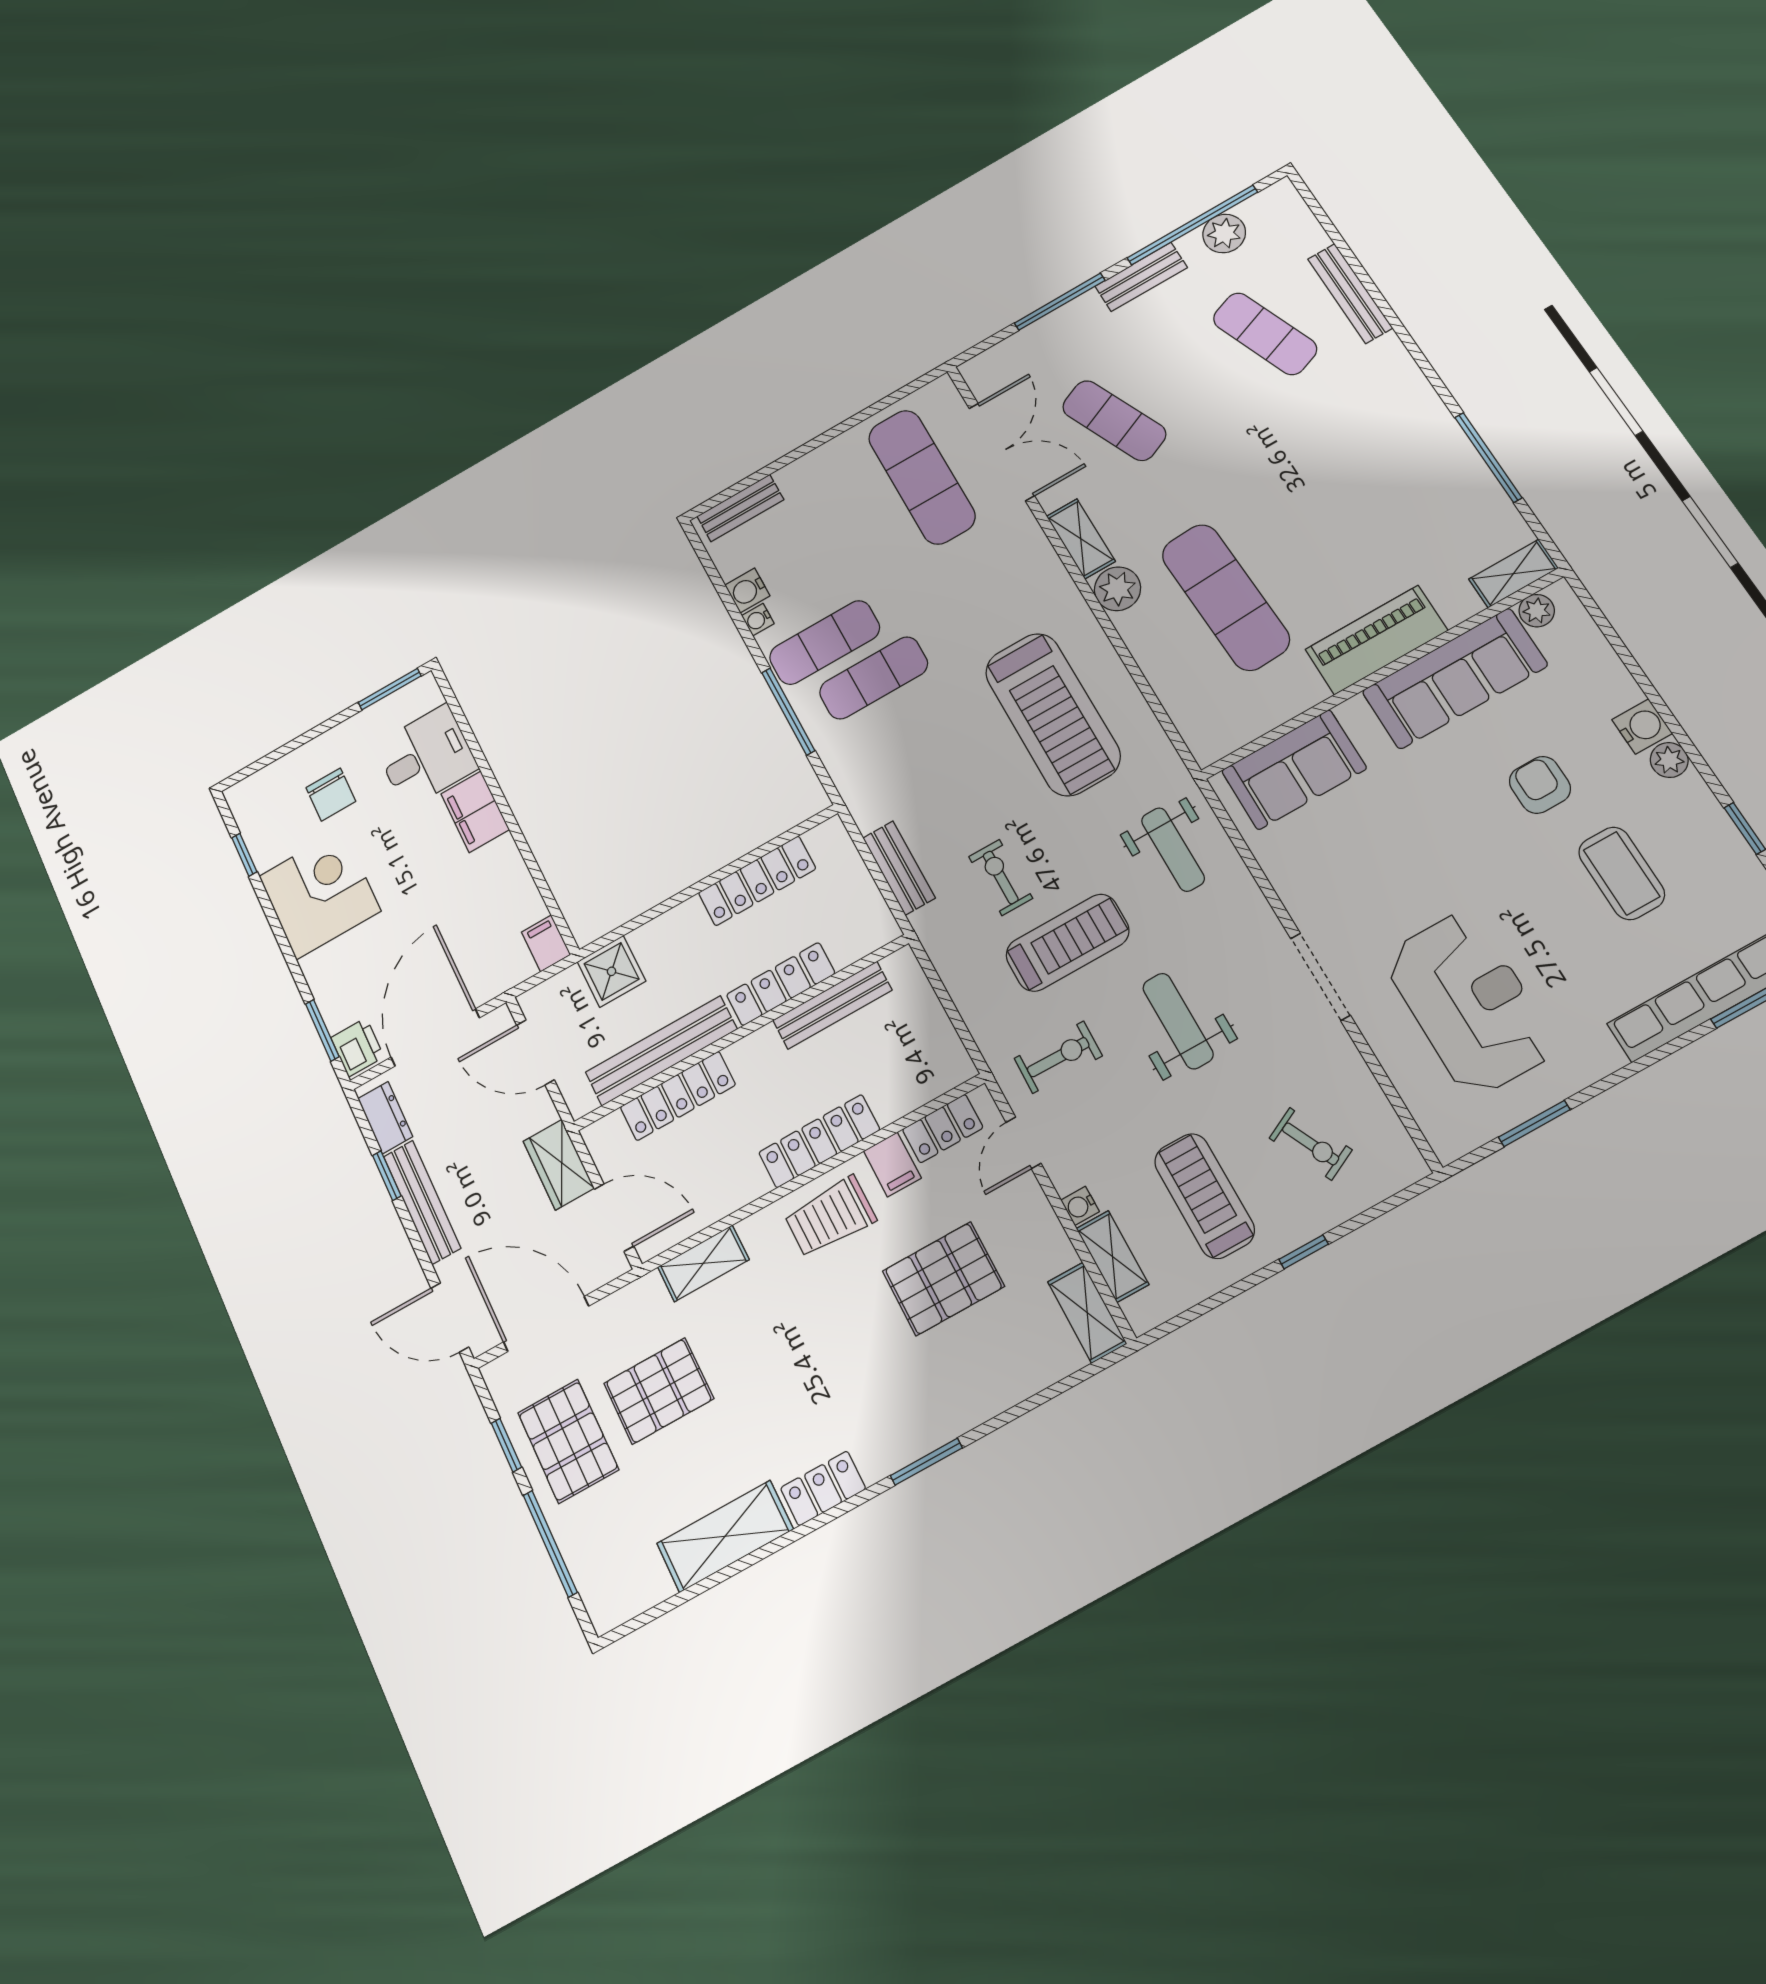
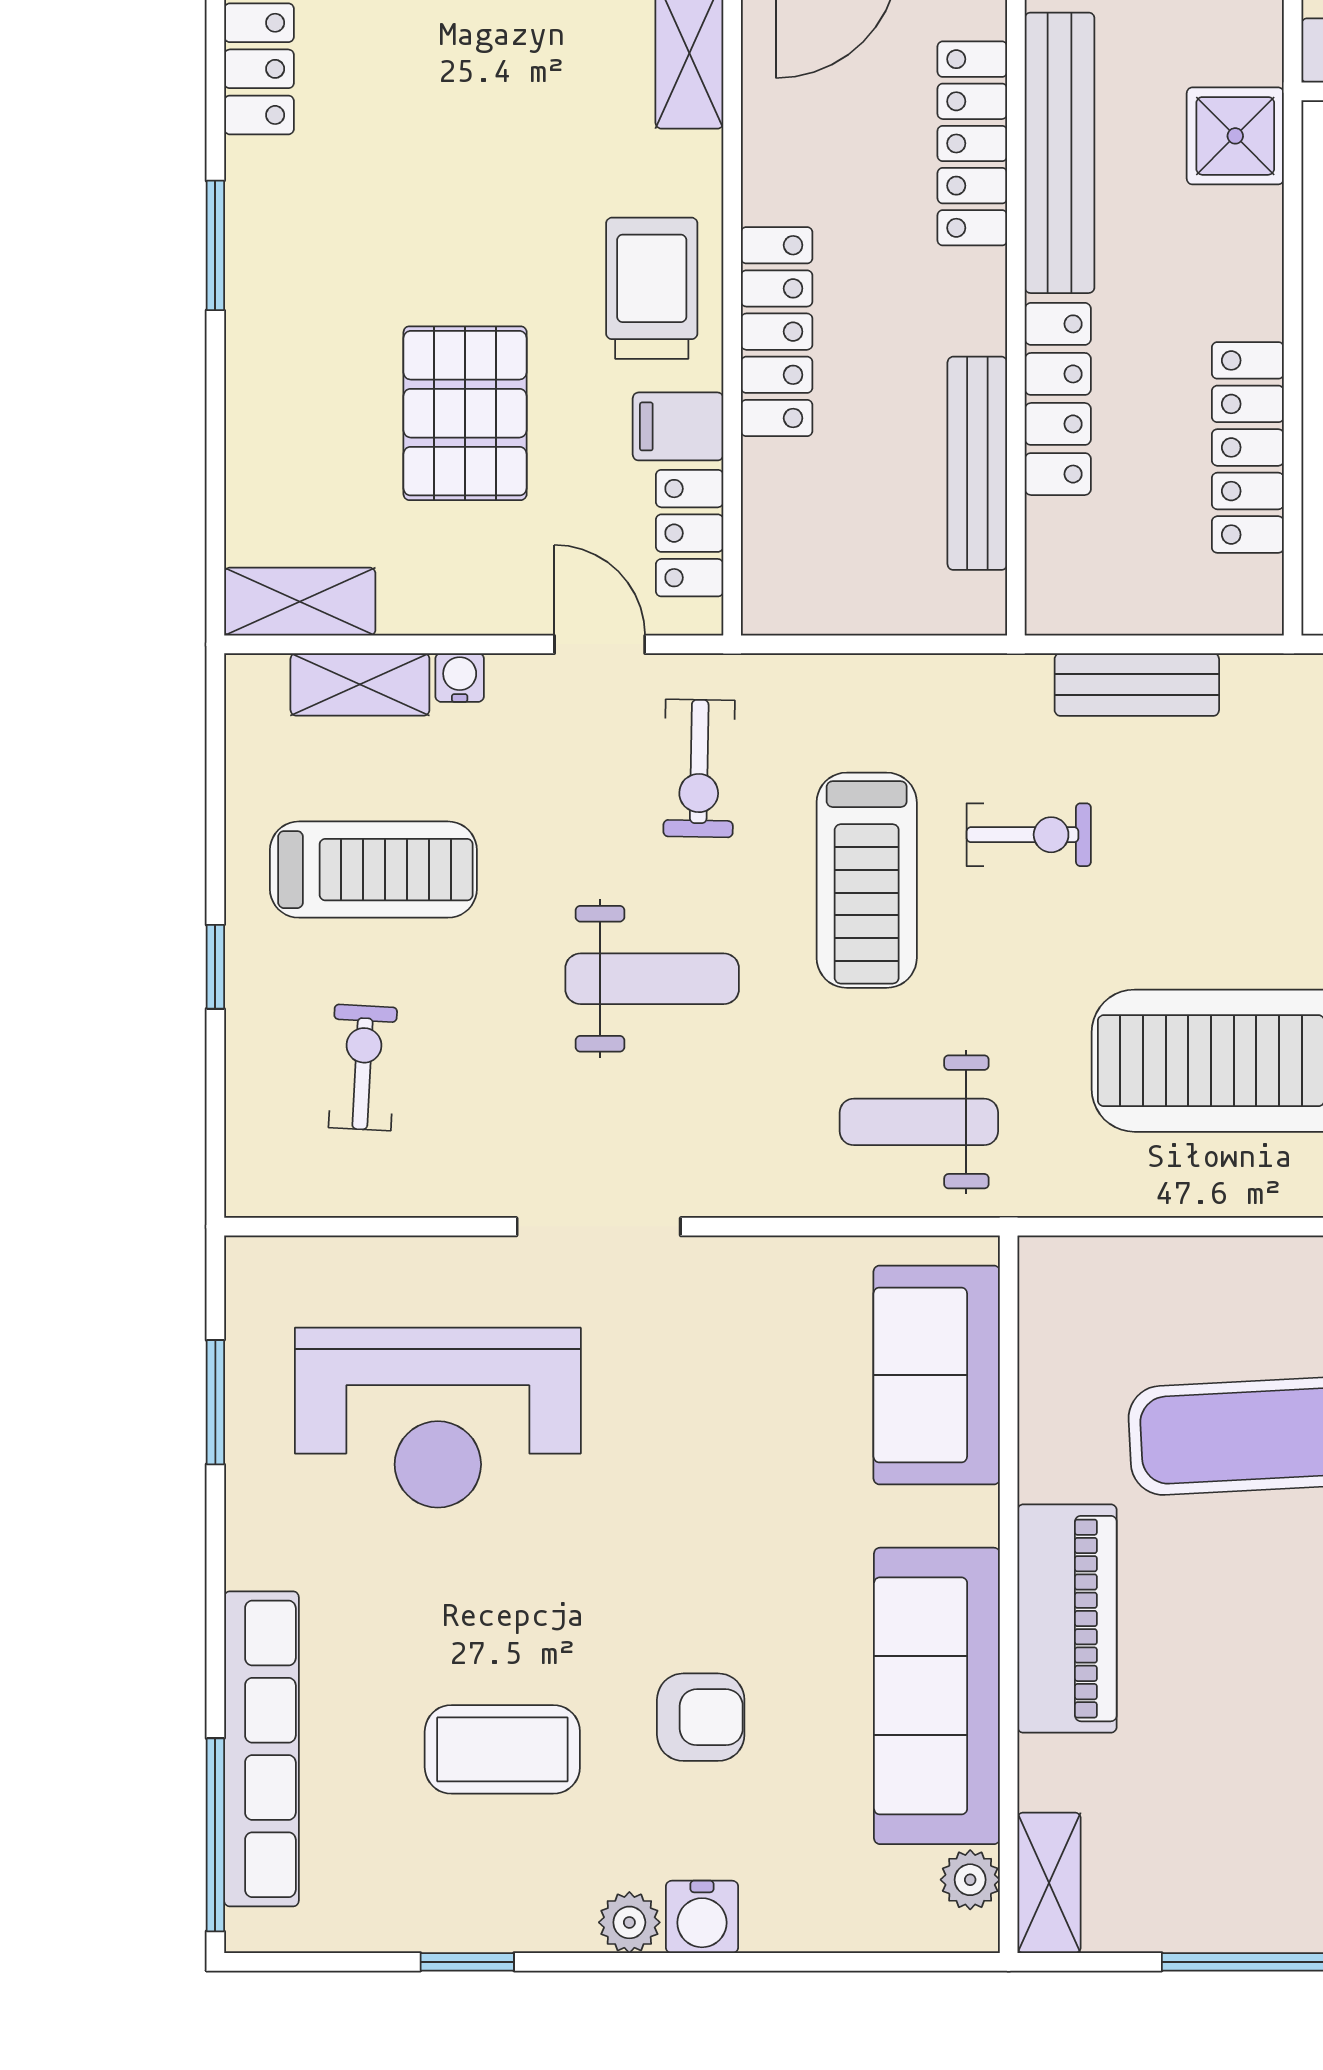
exercise bike: (1311, 1144) -> (363, 1068), turned 119

